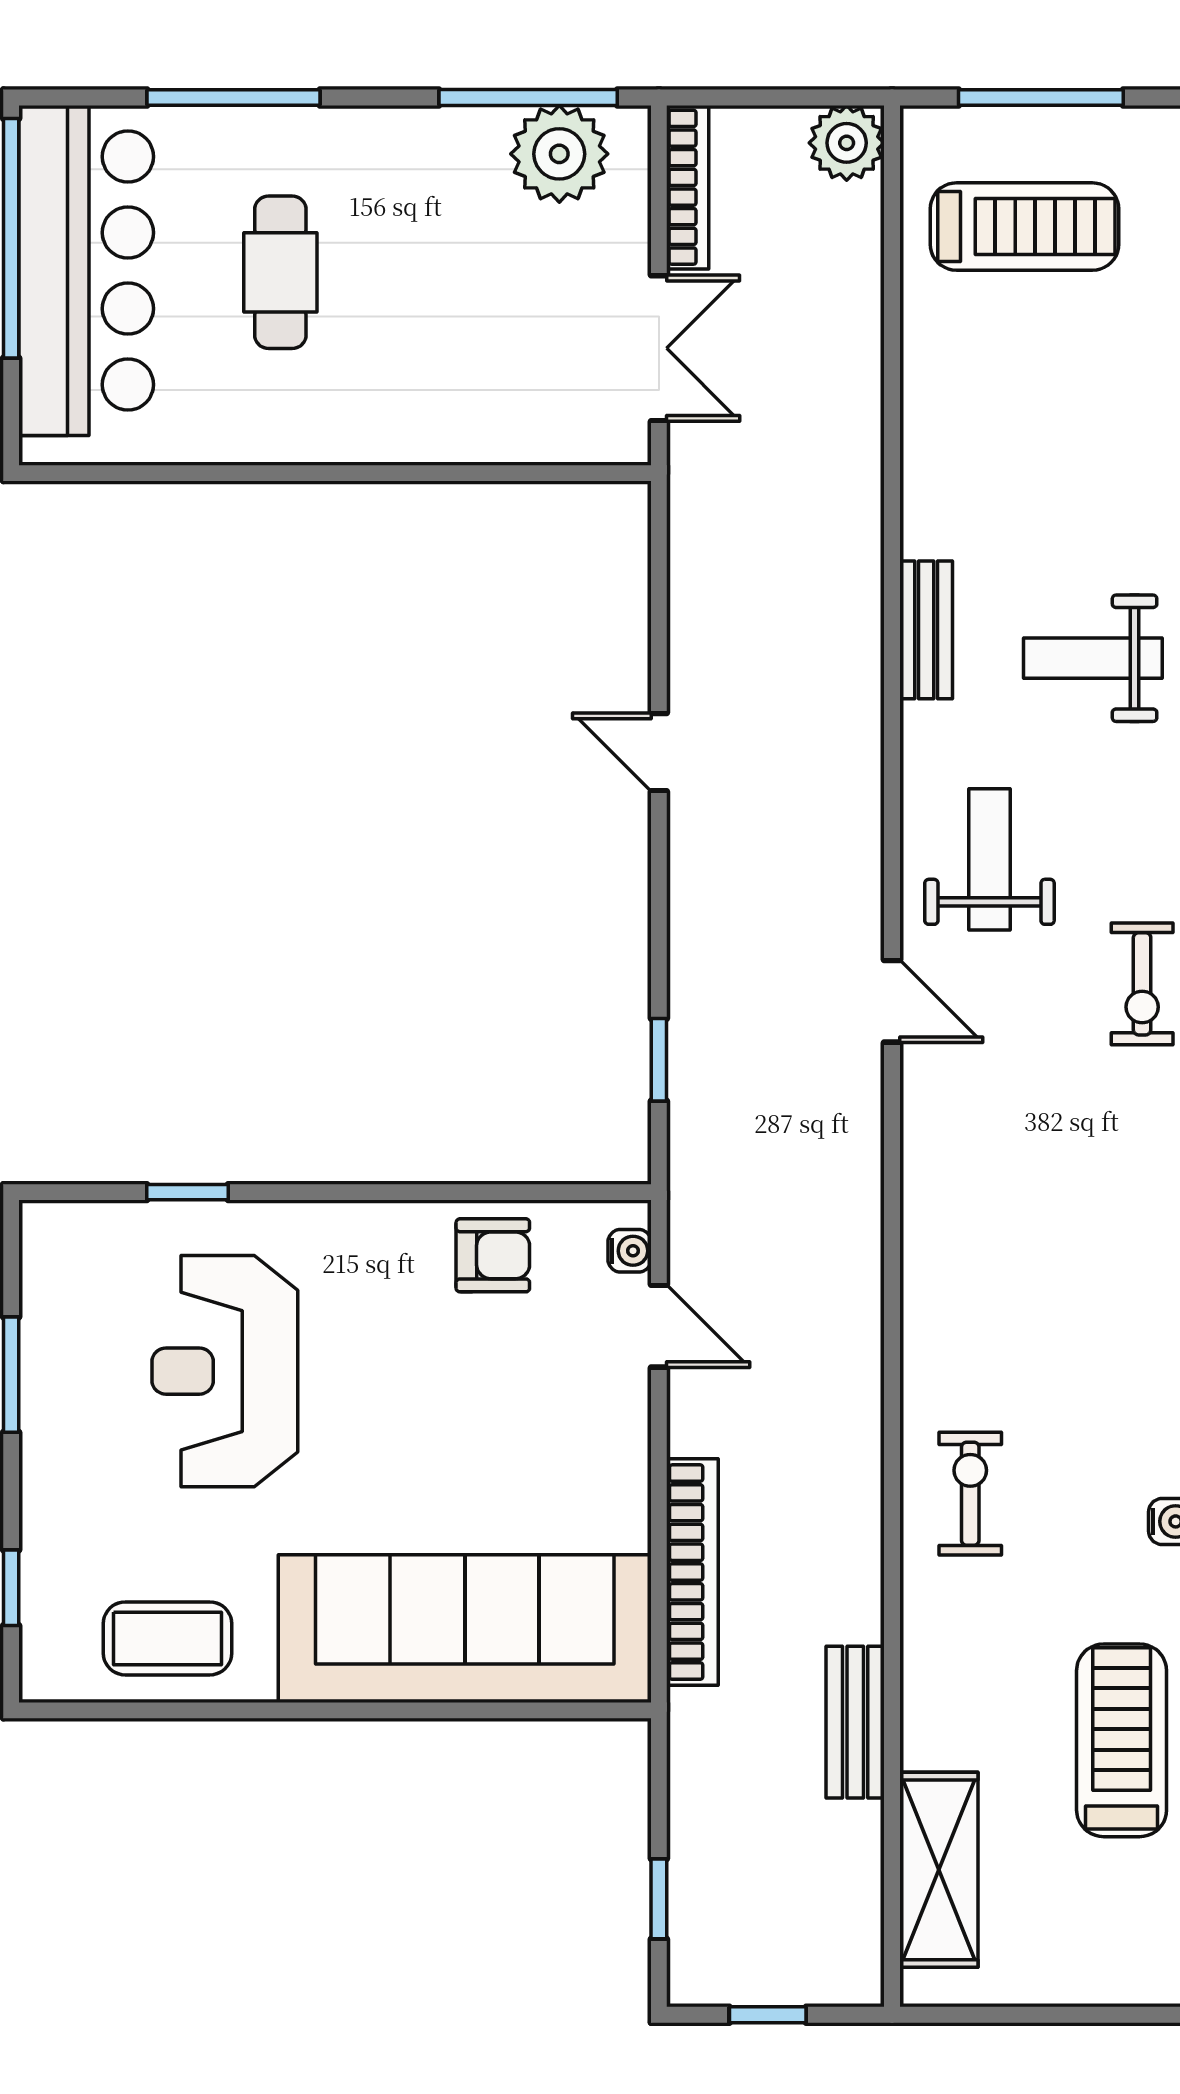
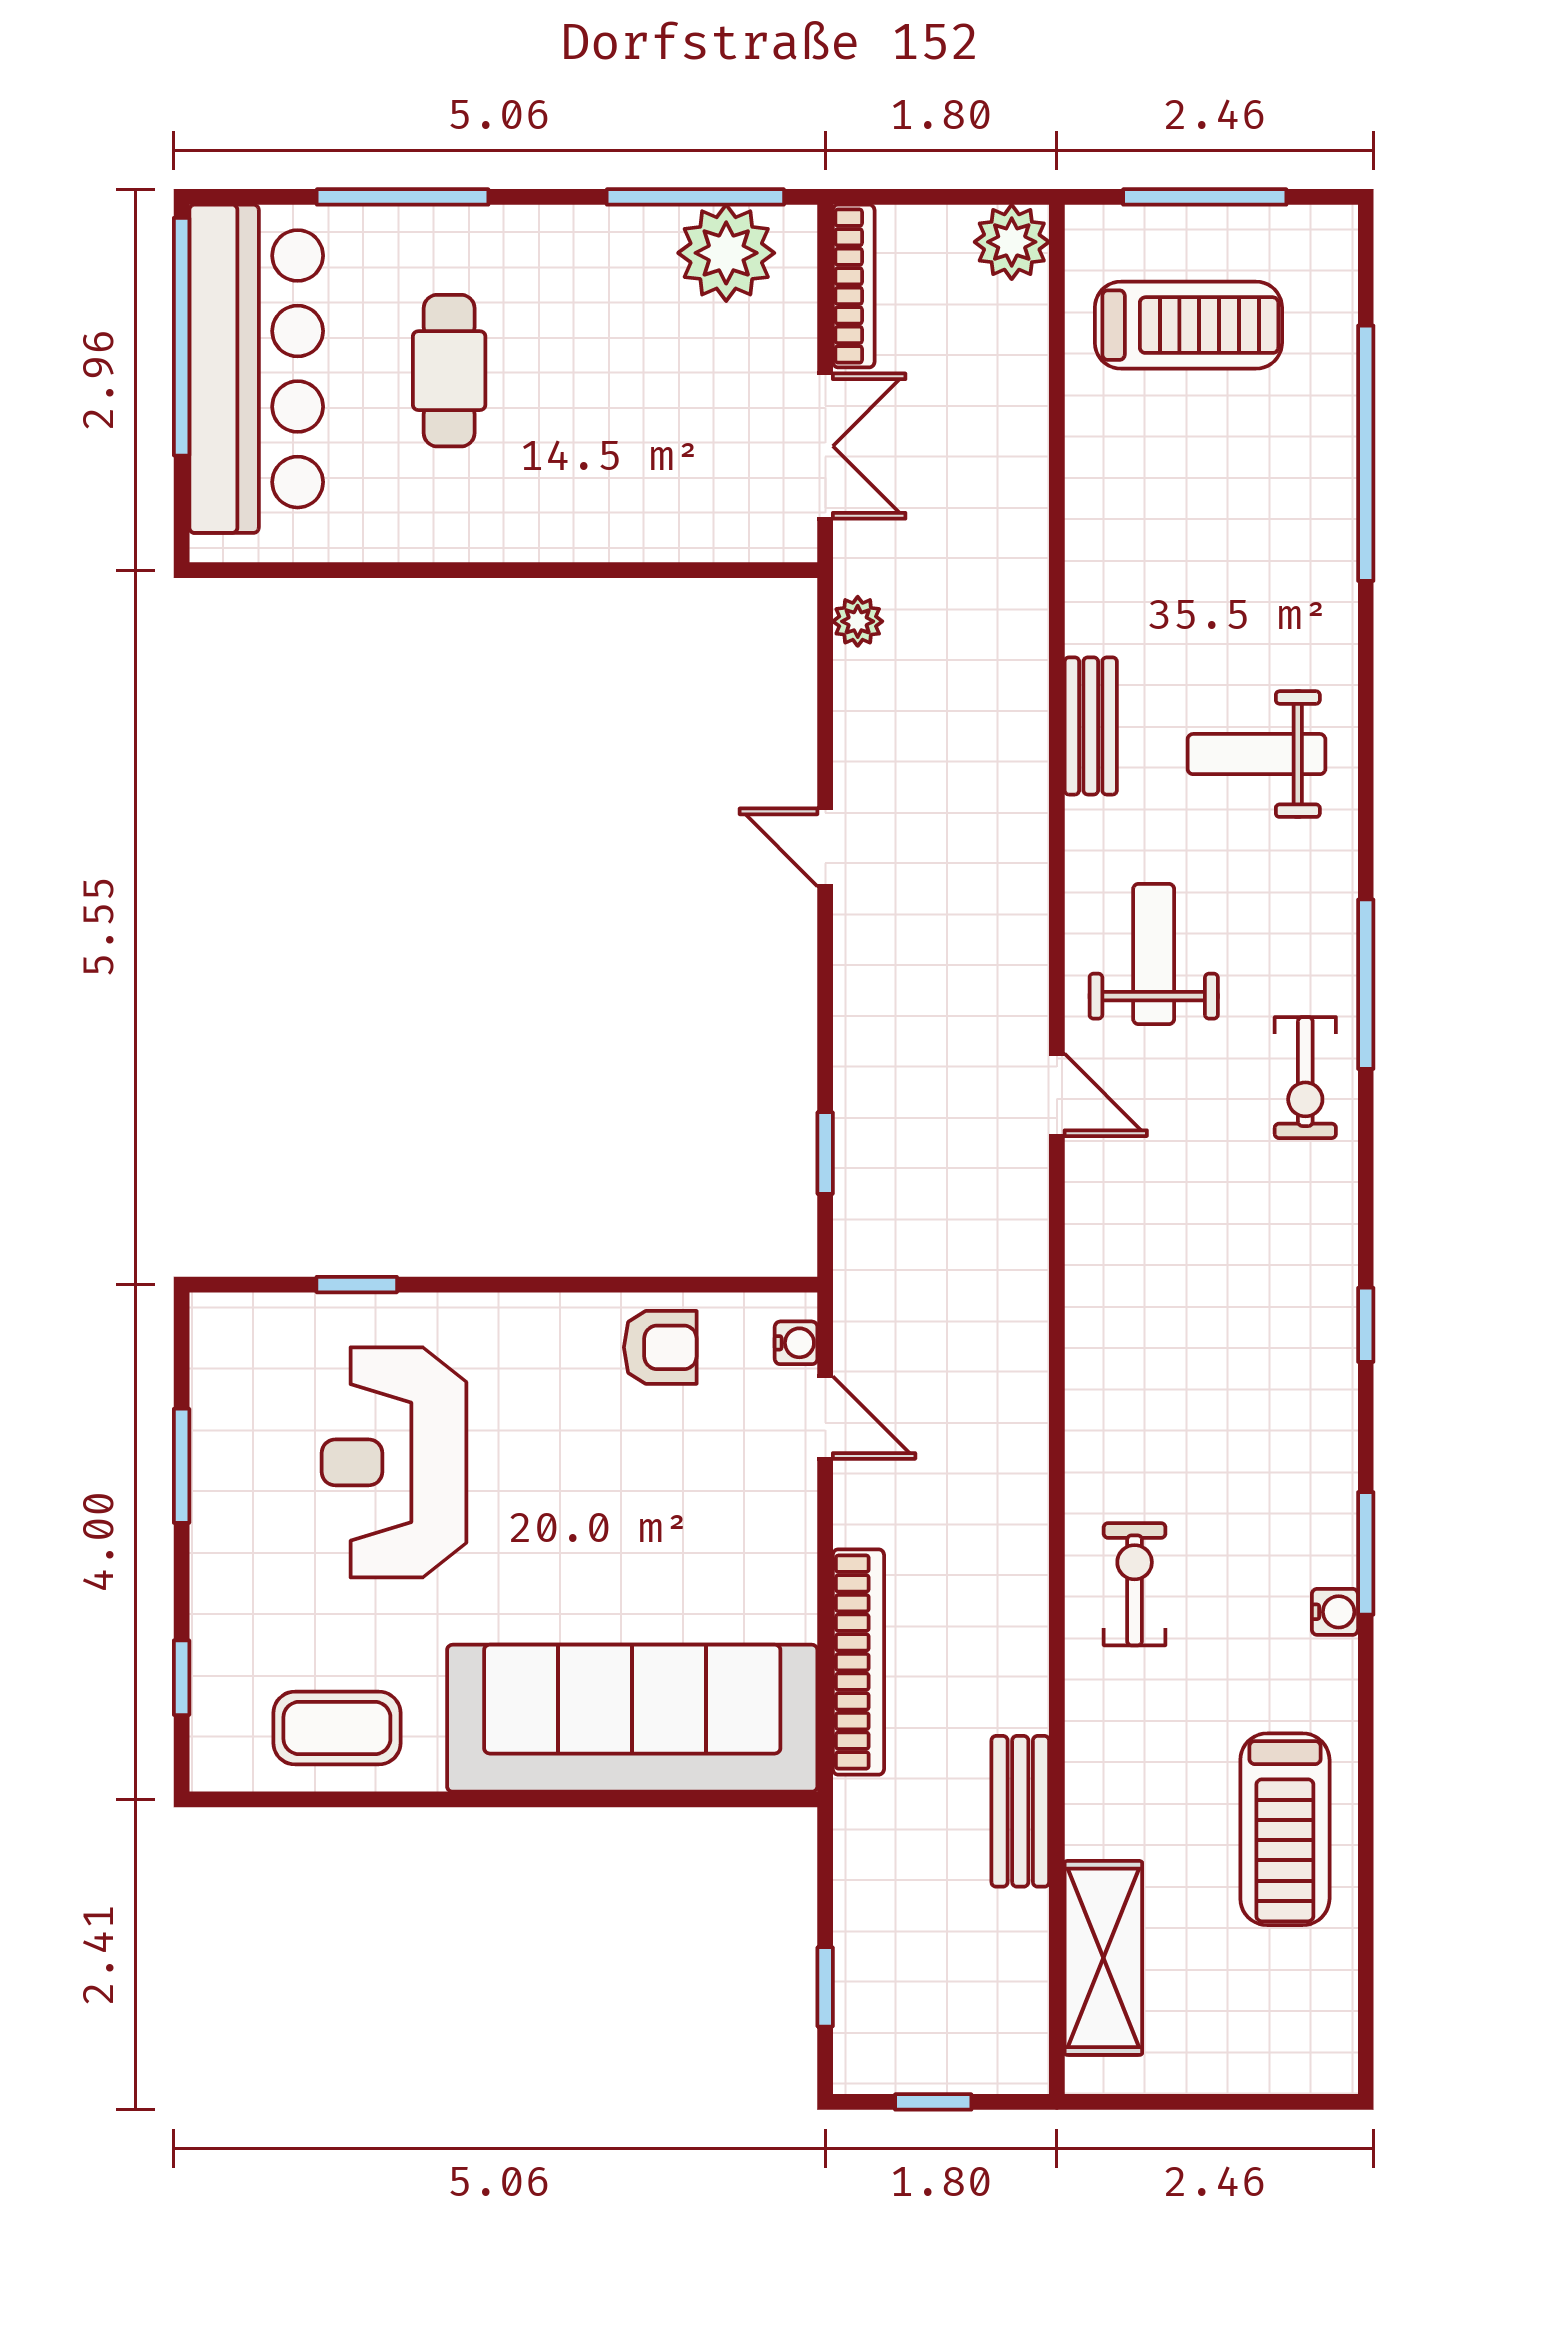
plant: (692, 525) -> (858, 621), added
treadmill: (1122, 1740) -> (1285, 1829), turned 180

